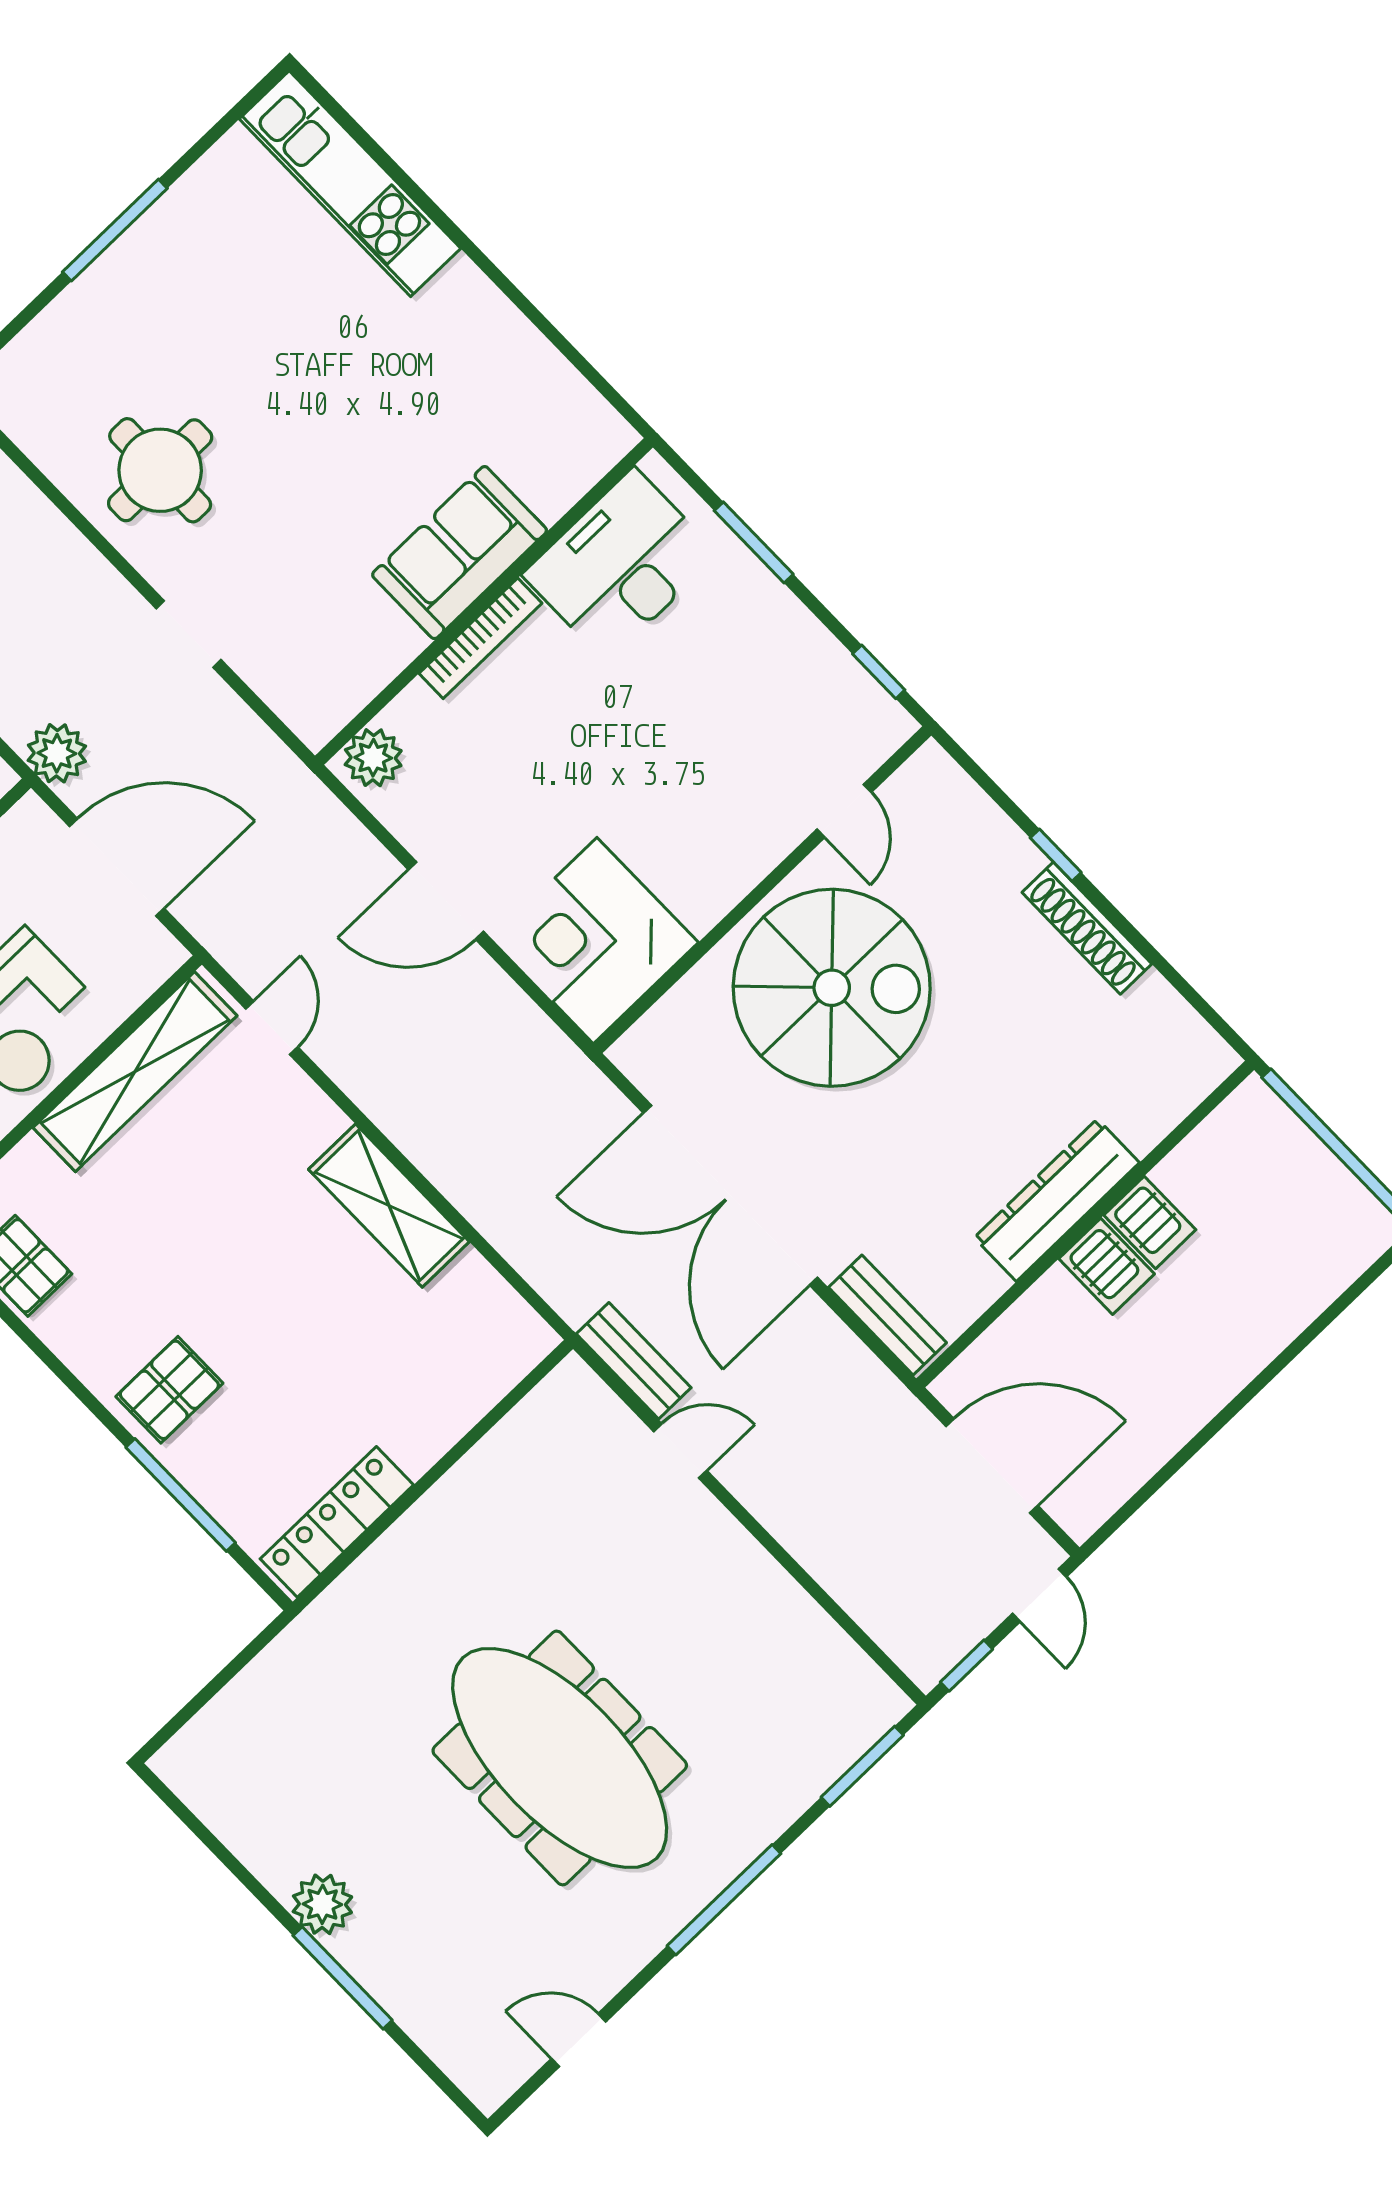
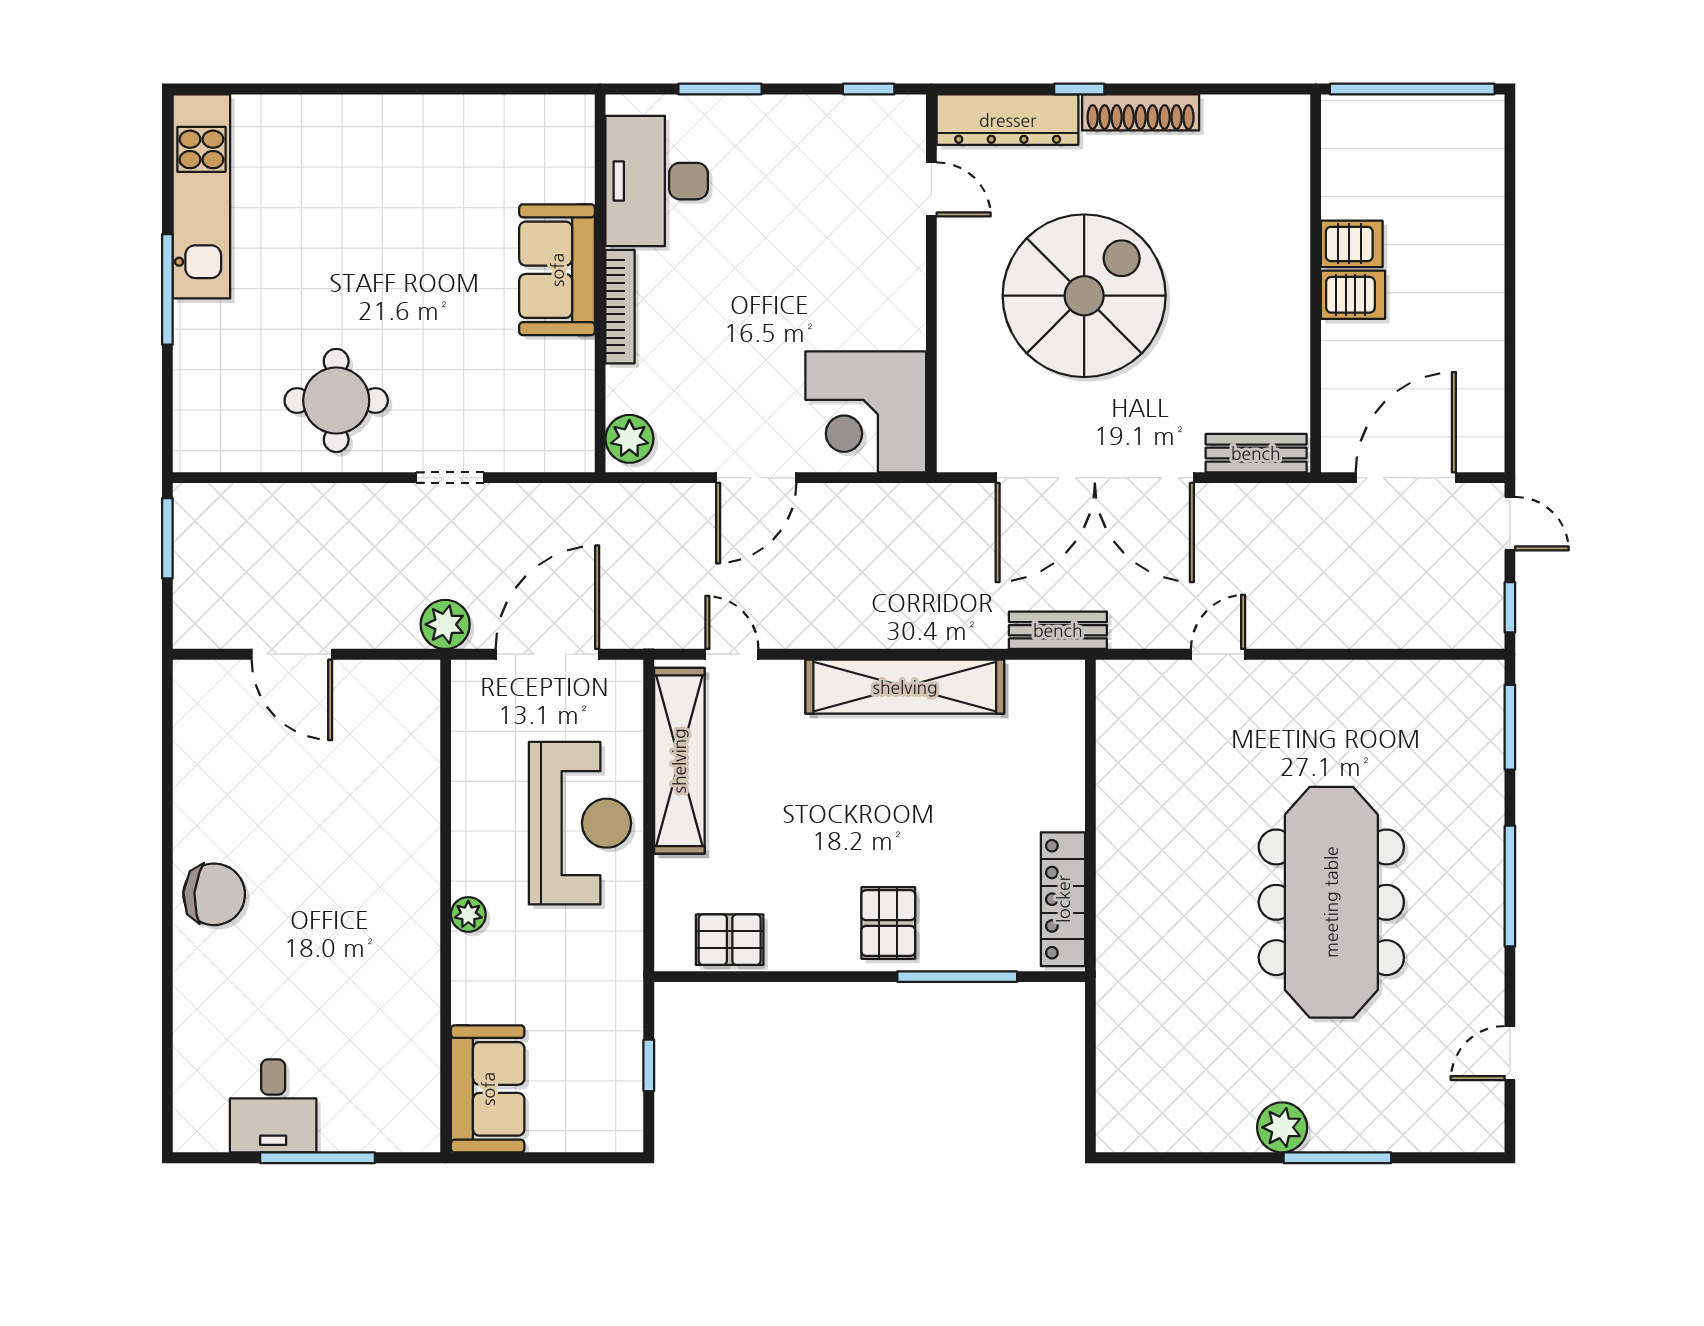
kitchen unit: (350, 184) -> (201, 196), moved, turned -90
spiral stairs: (832, 988) -> (1084, 296), moved
dresser: (1057, 1200) -> (1008, 120), moved, turned -90
shelving: (389, 1206) -> (905, 687), width x1.47
bench: (634, 1361) -> (1058, 630), moved
meeting table: (560, 1758) -> (1331, 902), turned 90

